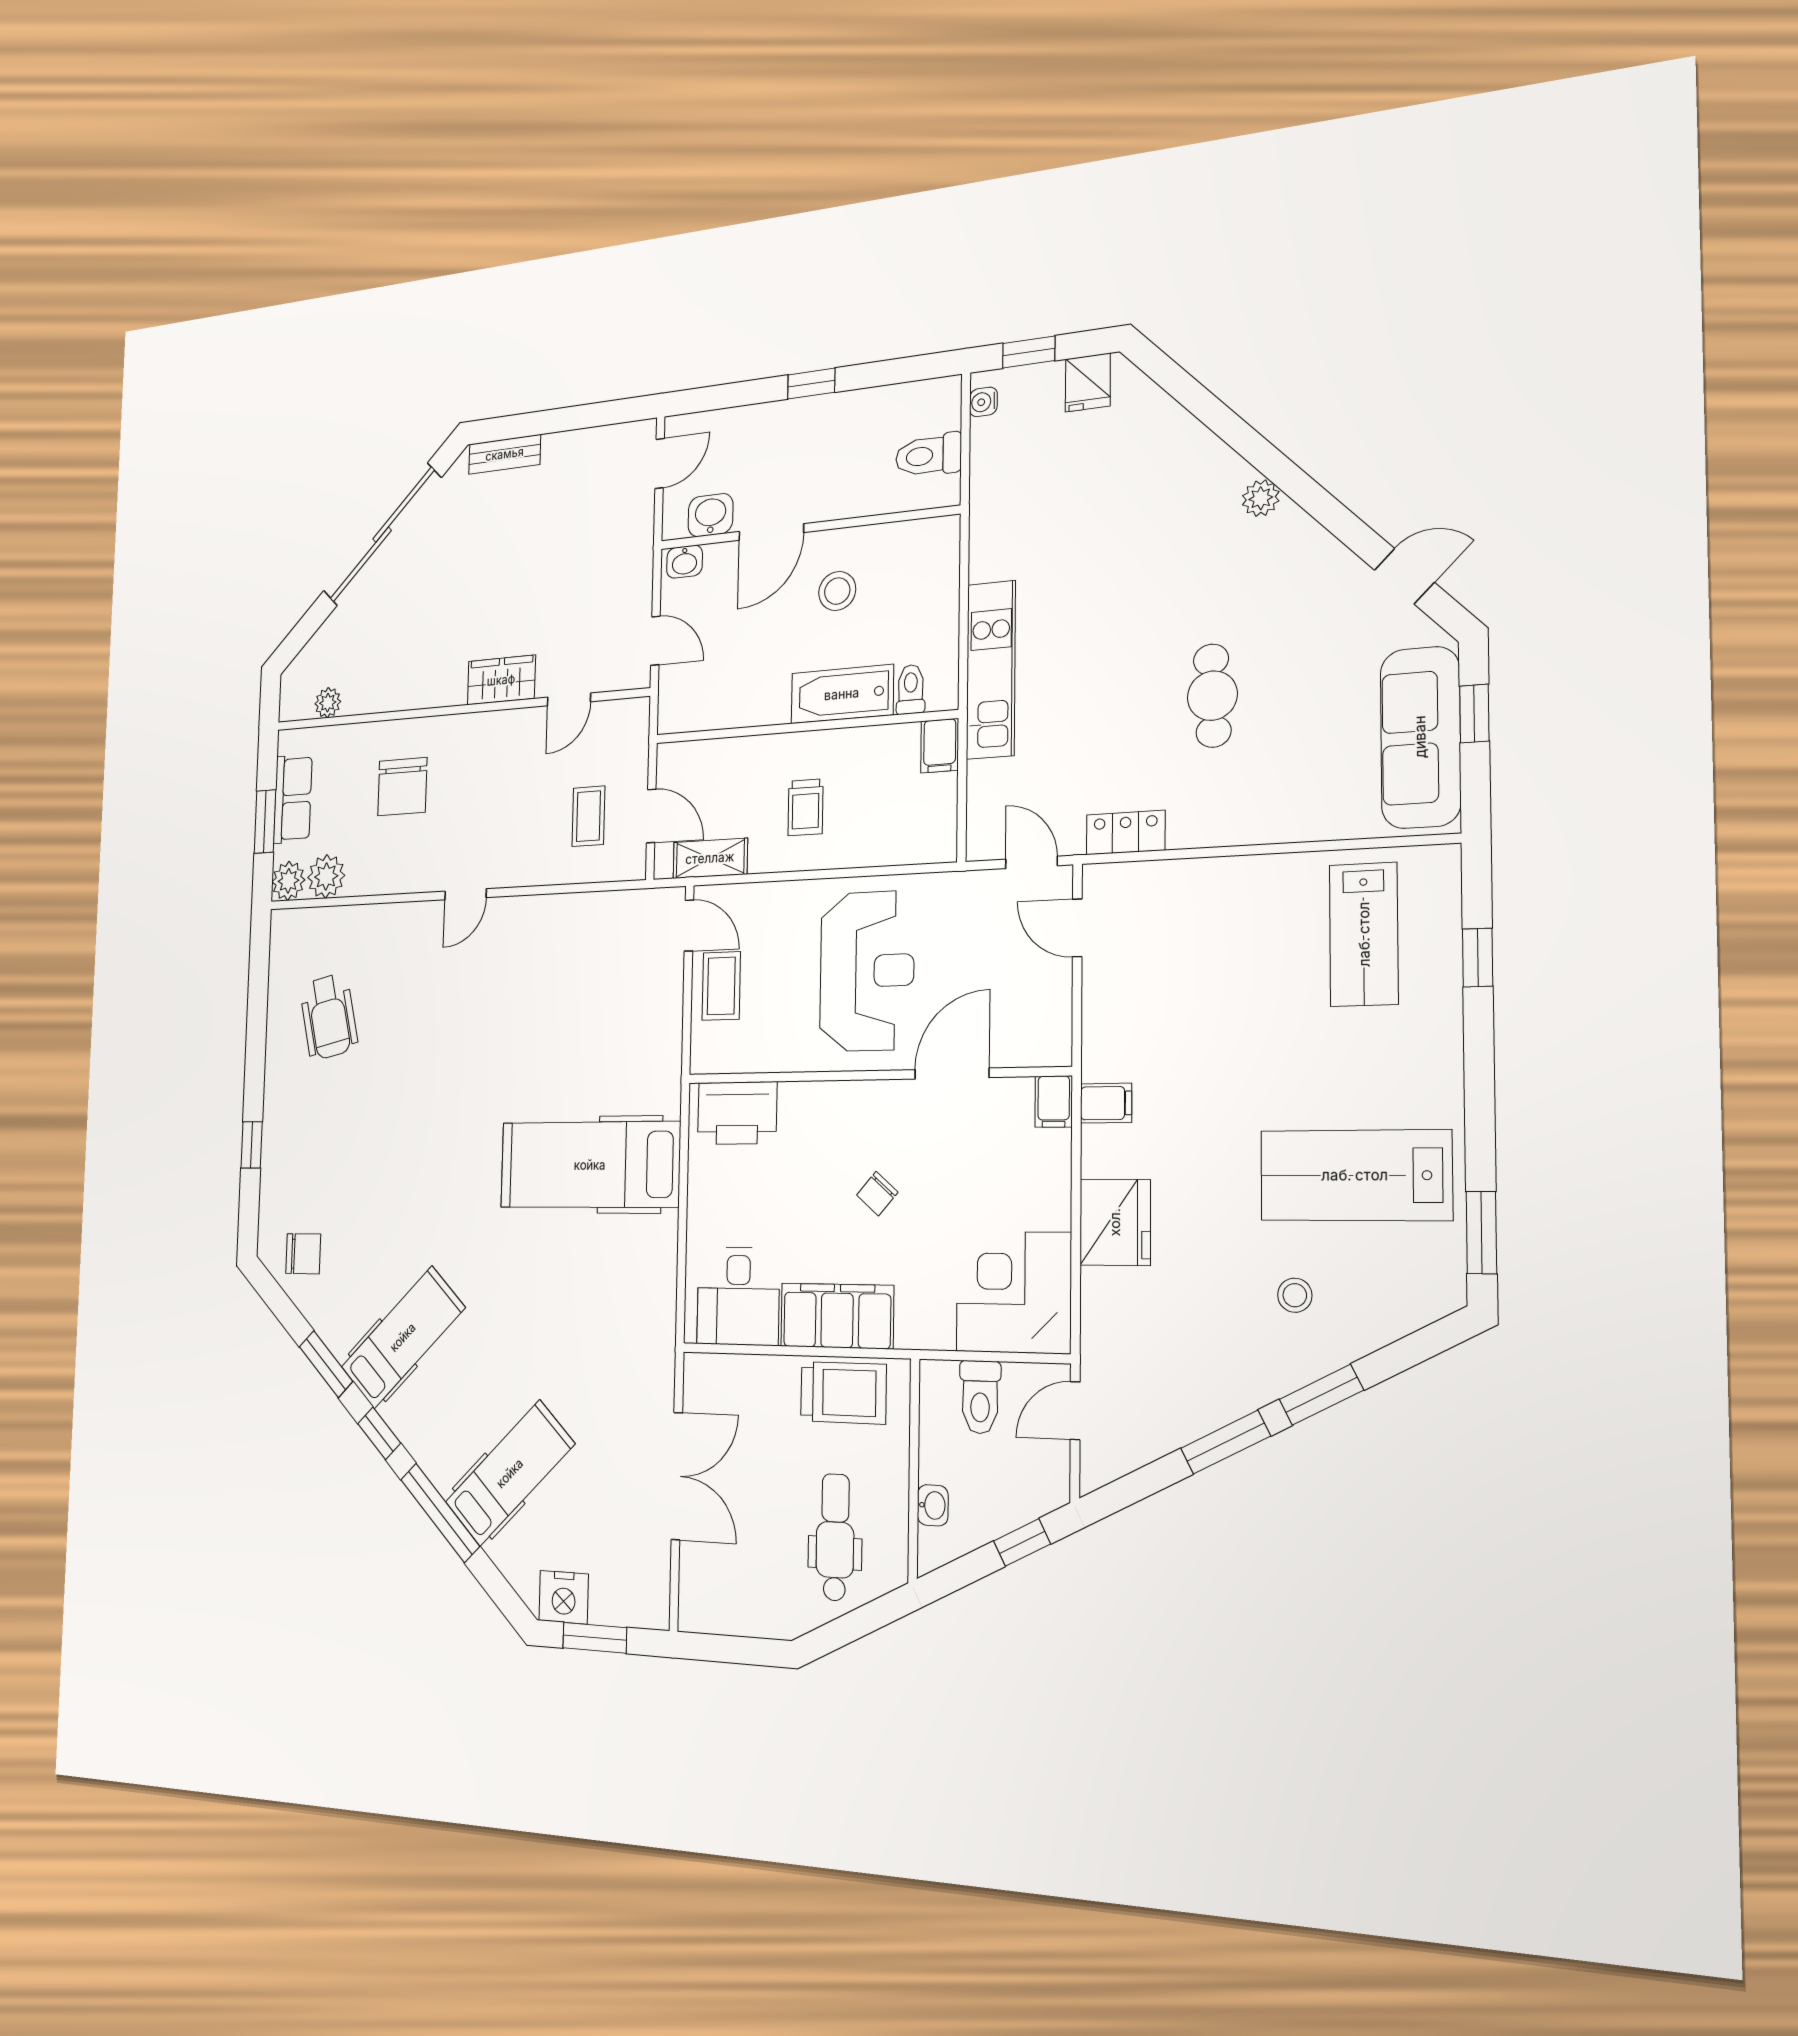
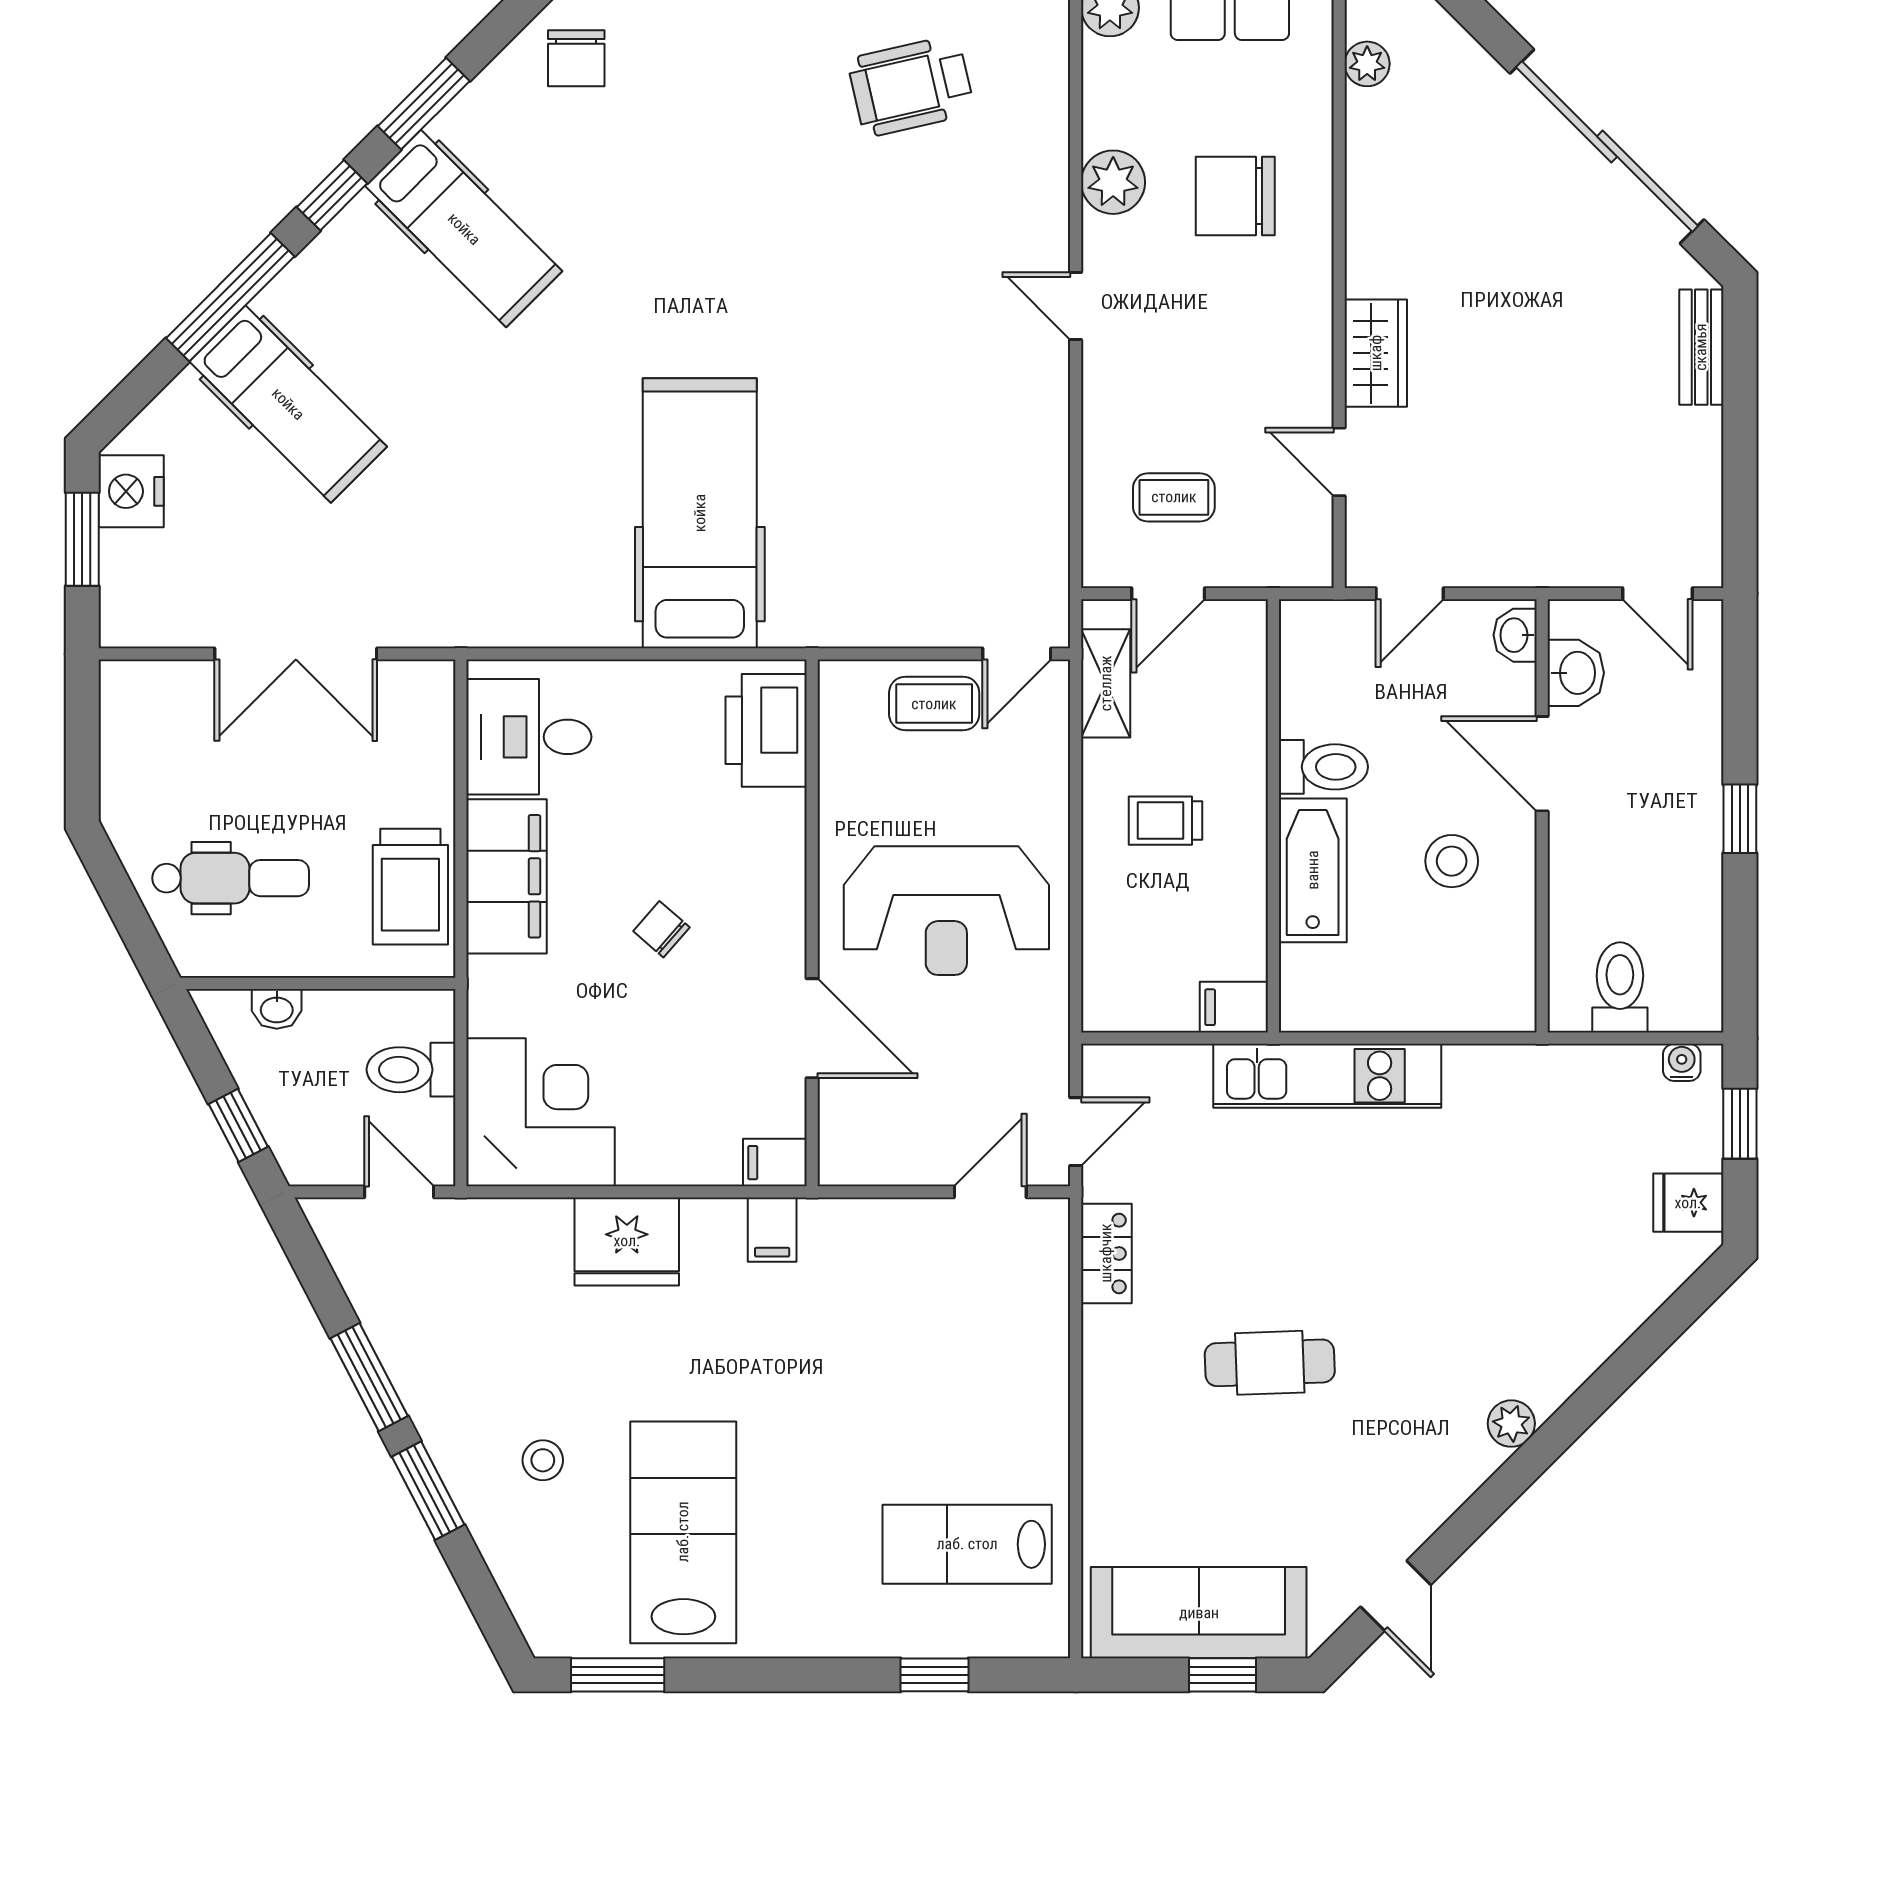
toilet: (911, 689) -> (1323, 767), moved, width x1.37, depth x1.39
plant: (326, 876) -> (1113, 182), moved

